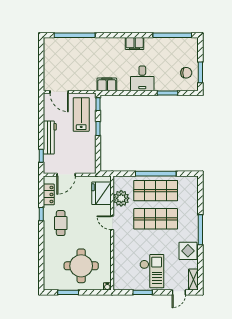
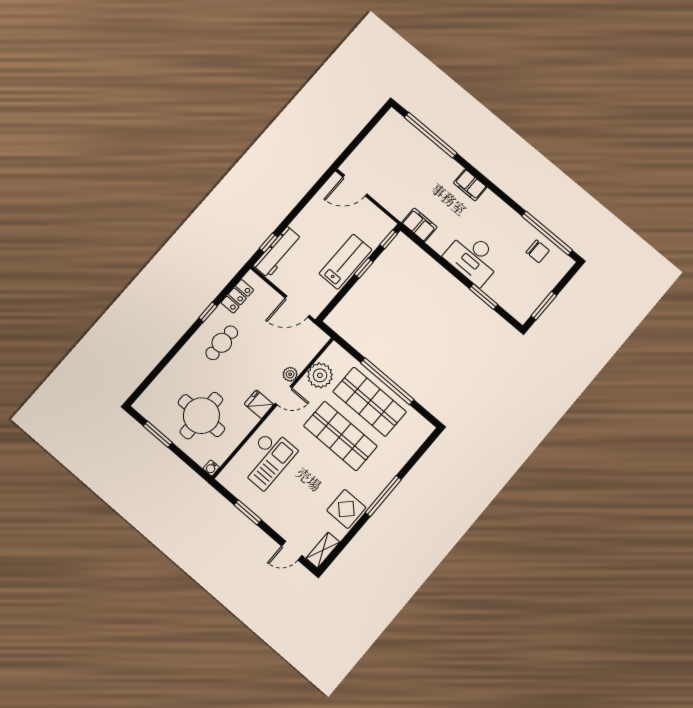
filing cabinet: (135, 43) -> (470, 185), moved
chair: (186, 73) -> (538, 251), moved
desk: (142, 78) -> (473, 258), width x1.37
door: (59, 92) -> (355, 186), hinge flipped
lab bench: (81, 114) -> (346, 262), moved
workbench: (50, 137) -> (278, 252), moved
door: (66, 175) -> (297, 307), moved
fridge: (101, 193) -> (259, 404), moved, width x0.53, depth x0.75
plant: (106, 210) -> (290, 374), added
door: (112, 223) -> (284, 396), swing flipped
checkout: (152, 271) -> (267, 459), moved

